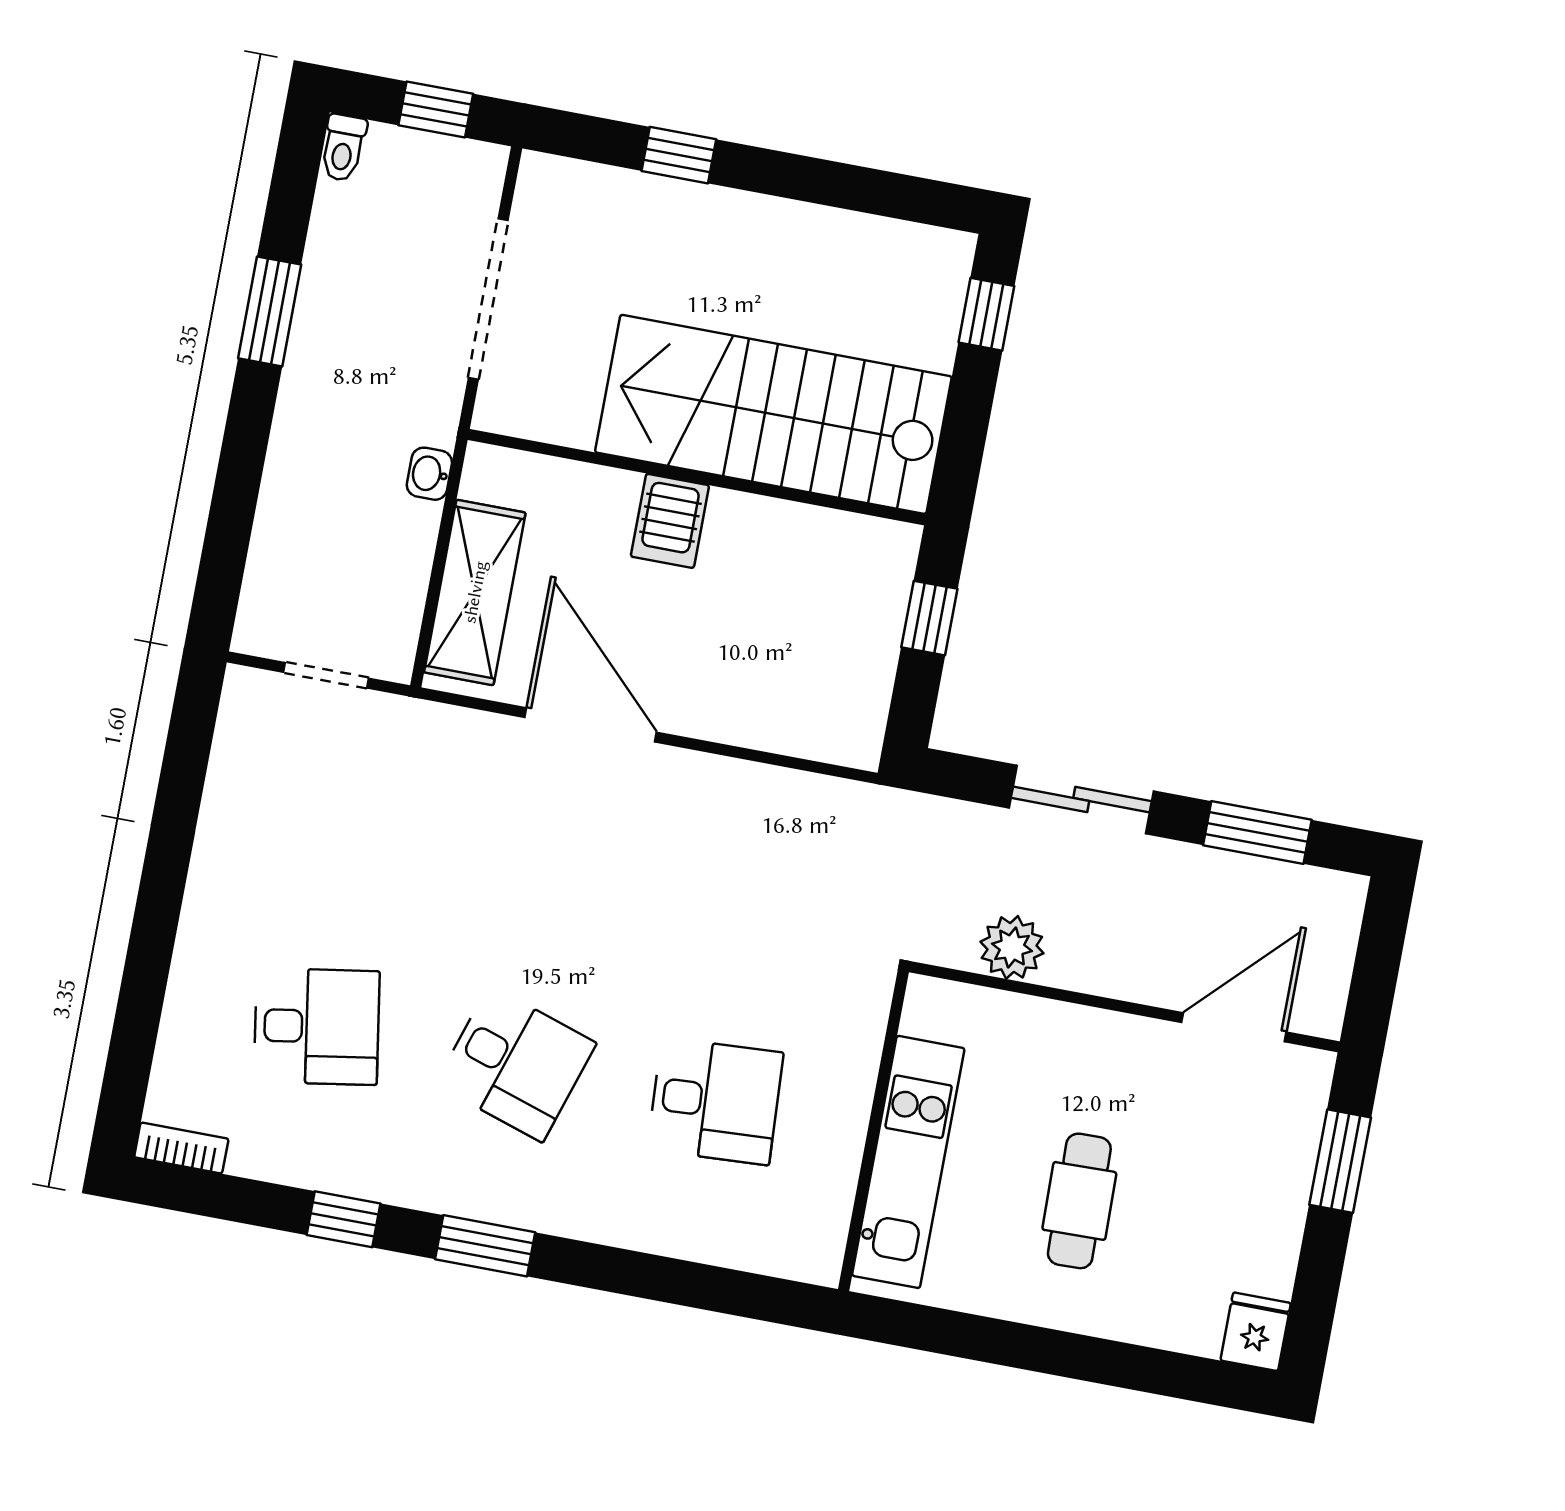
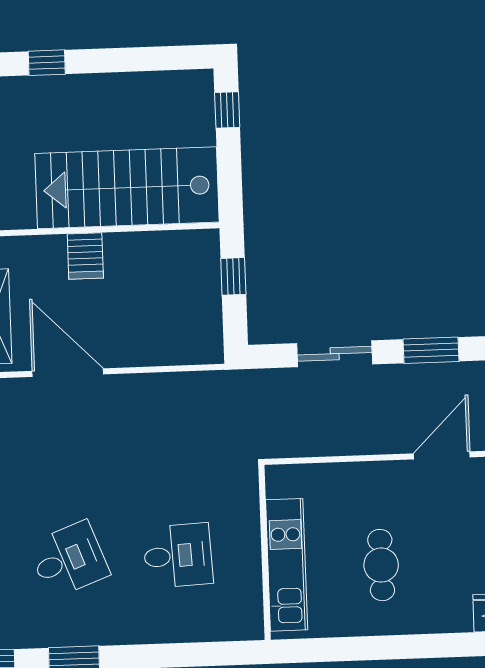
plant: (1012, 947) -> (316, 440), removed
desk: (516, 1064) -> (69, 560), turned -39

